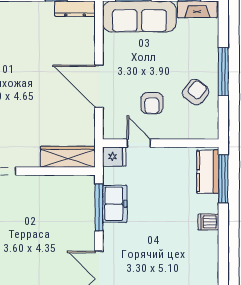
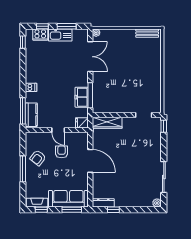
door: (139, 143) -> (58, 130), moved

